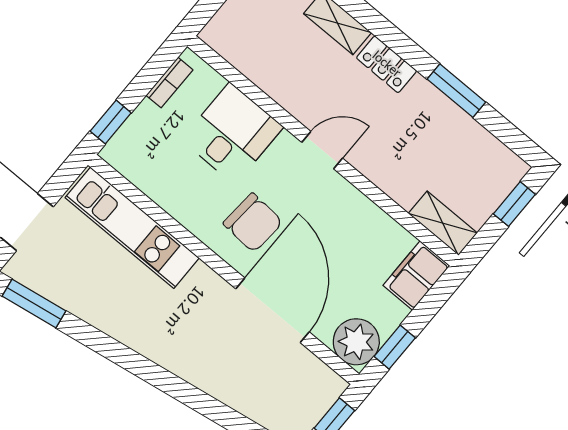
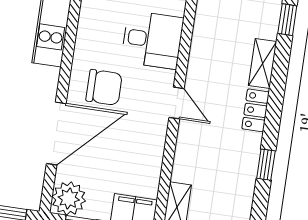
window: (456, 91) -> (266, 165), width x0.67
chair: (253, 223) -> (104, 87), turned -94

